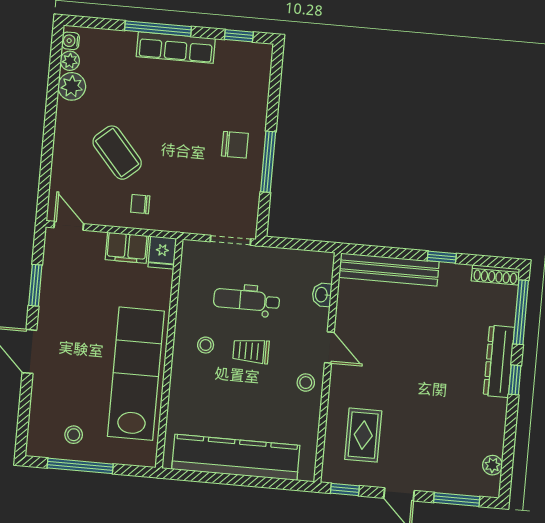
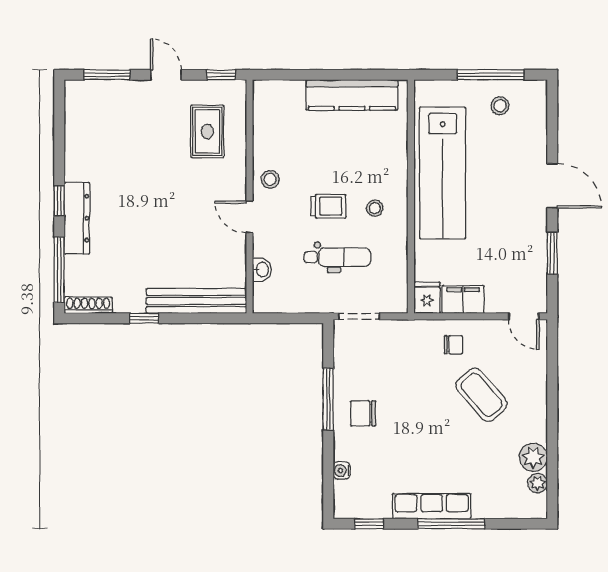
water cooler: (71, 41) -> (342, 470), moved, turned 180
kitchen counter: (236, 457) -> (352, 95), width x0.72, depth x0.86
plant: (492, 465) -> (74, 113), removed

